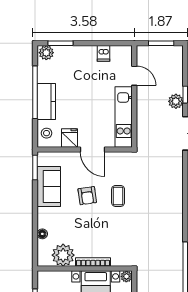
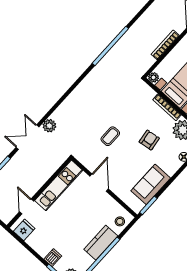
dishwasher: (104, 53) -> (53, 258), moved
plant: (176, 101) -> (49, 126), moved
fridge: (69, 138) -> (24, 230), moved, turned 180
armchair: (87, 196) -> (149, 140), moved

